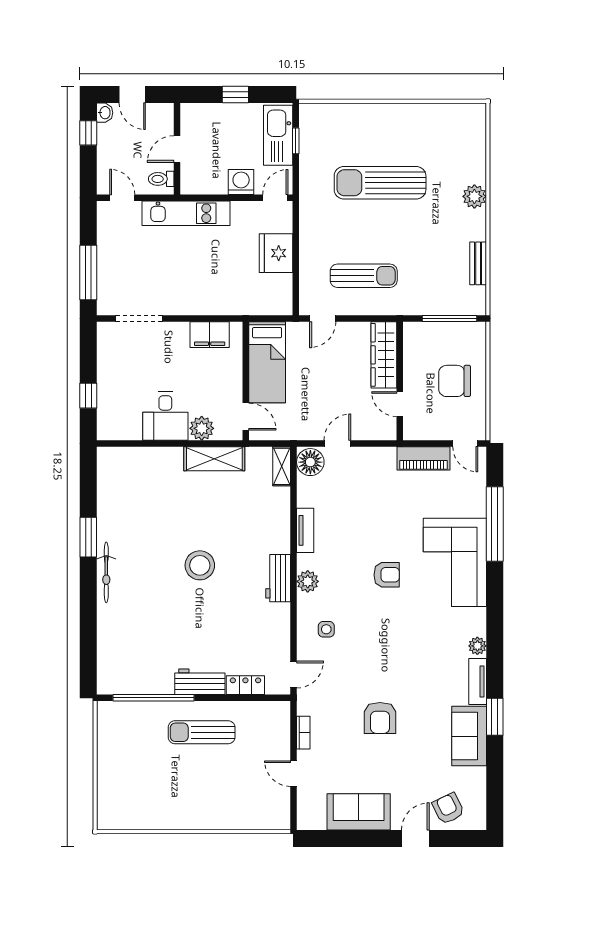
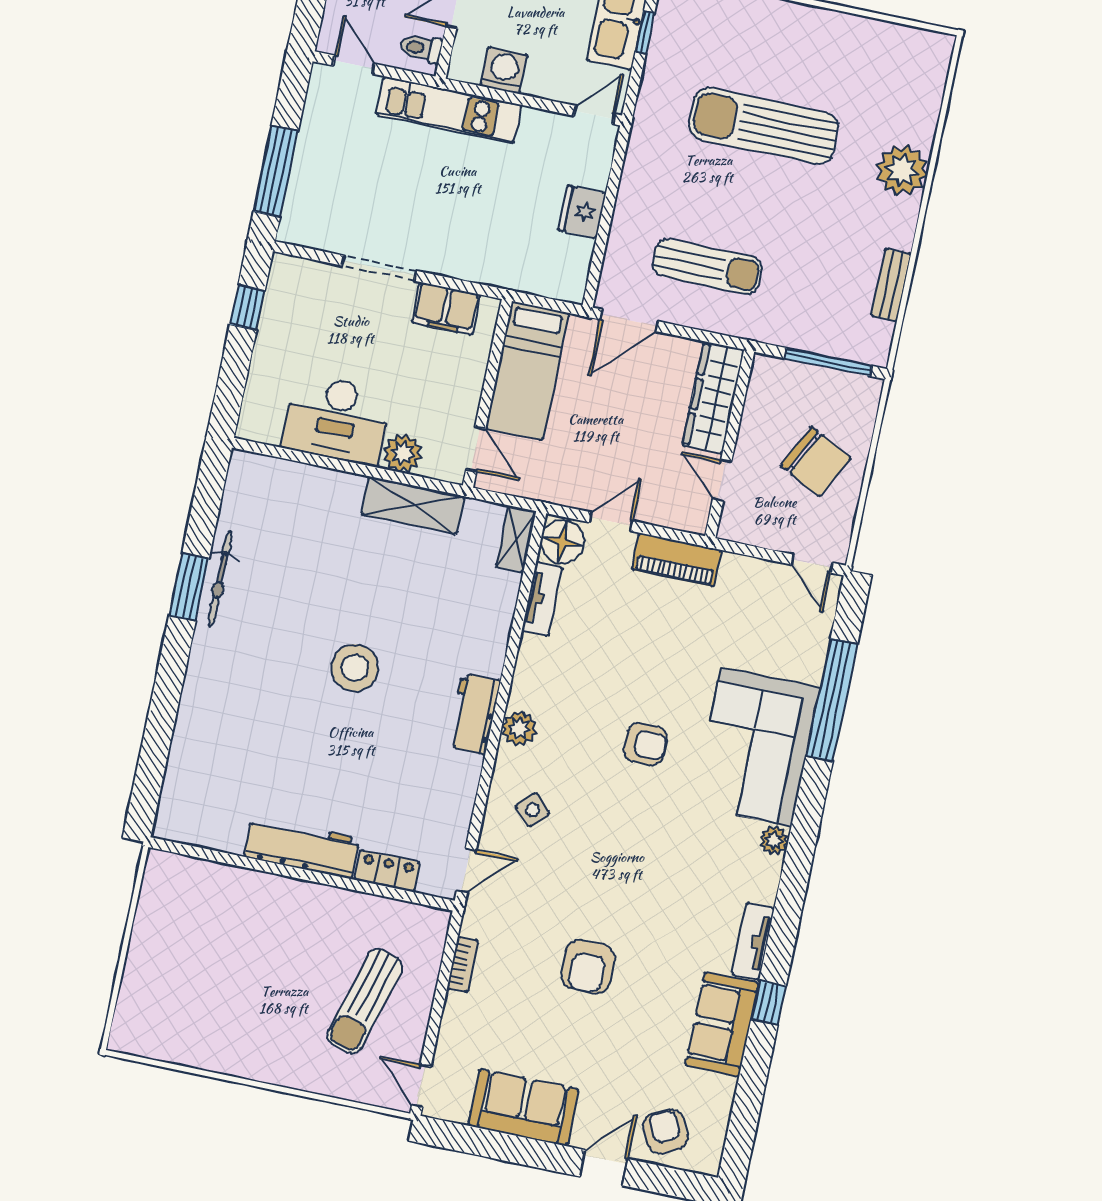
washing machine: (241, 182) -> (504, 70), moved
plant: (474, 196) -> (902, 170), width x1.36, depth x1.36
fridge: (276, 253) -> (582, 212), width x0.73, depth x0.75
doorway: (139, 319) -> (379, 268), moved
door: (323, 319) -> (629, 320), width x1.38
chair: (455, 381) -> (816, 462), turned -153
window: (88, 396) -> (247, 308), moved
desk: (165, 416) -> (337, 419), width x1.37
piano: (424, 458) -> (677, 560), moved
tv unit: (305, 530) -> (542, 599), moved
bicycle: (106, 572) -> (220, 579), moved
side table: (326, 629) -> (533, 810), turned 45
plant: (477, 646) -> (774, 840), moved
workbench: (200, 682) -> (302, 848), width x1.38
window: (154, 698) -> (239, 861), removed
window: (495, 717) -> (768, 1003), width x0.67
sun lounger: (202, 732) -> (365, 1001), moved, turned -74
door: (294, 774) -> (421, 1086), moved

